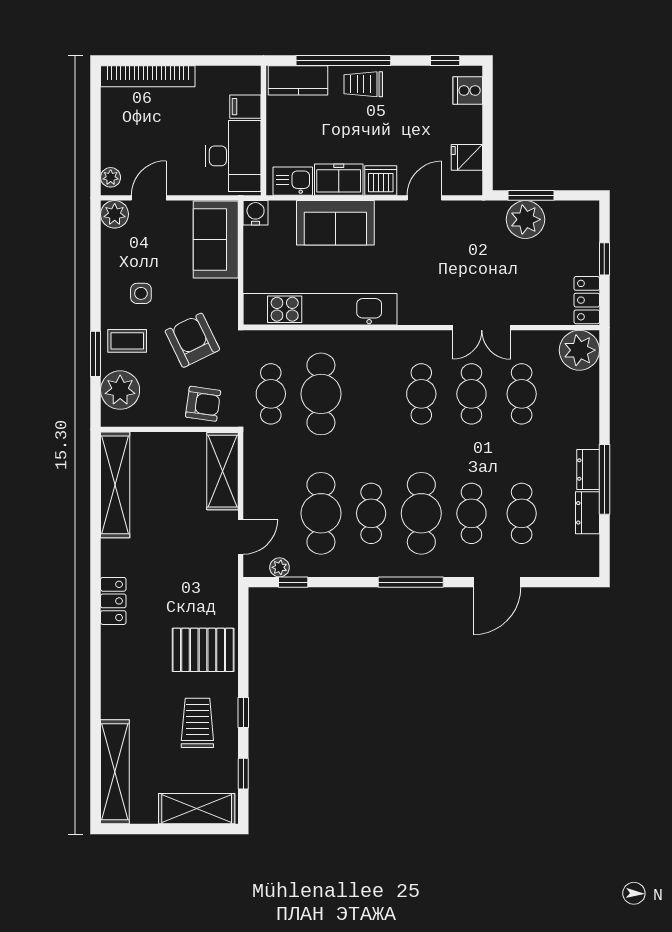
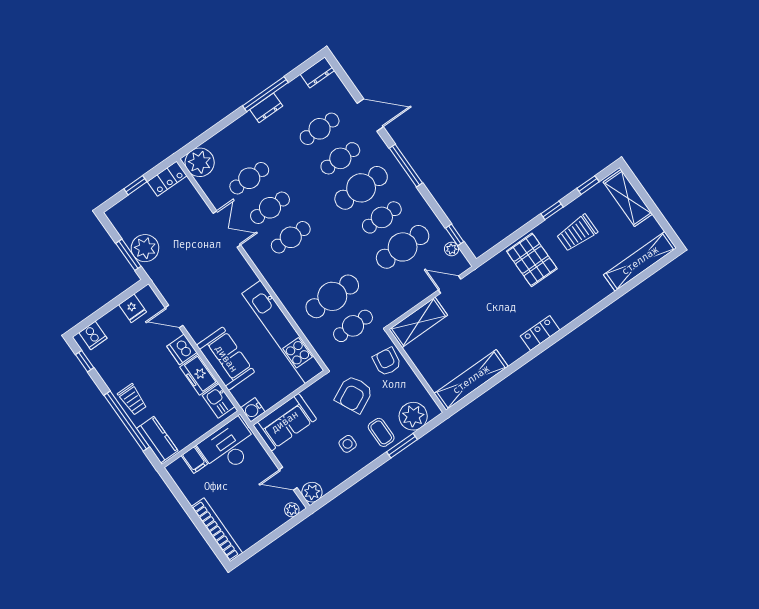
dresser: (588, 513) -> (317, 72), moved

